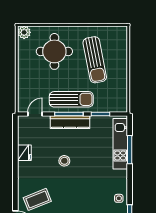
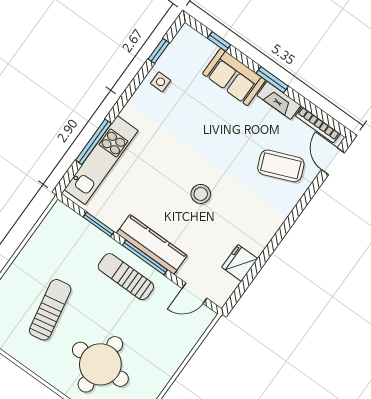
sun lounger: (95, 60) -> (50, 310), width x0.73, depth x0.75
sun lounger: (71, 99) -> (126, 277), width x0.73, depth x0.75
fridge: (24, 153) -> (240, 263), moved

